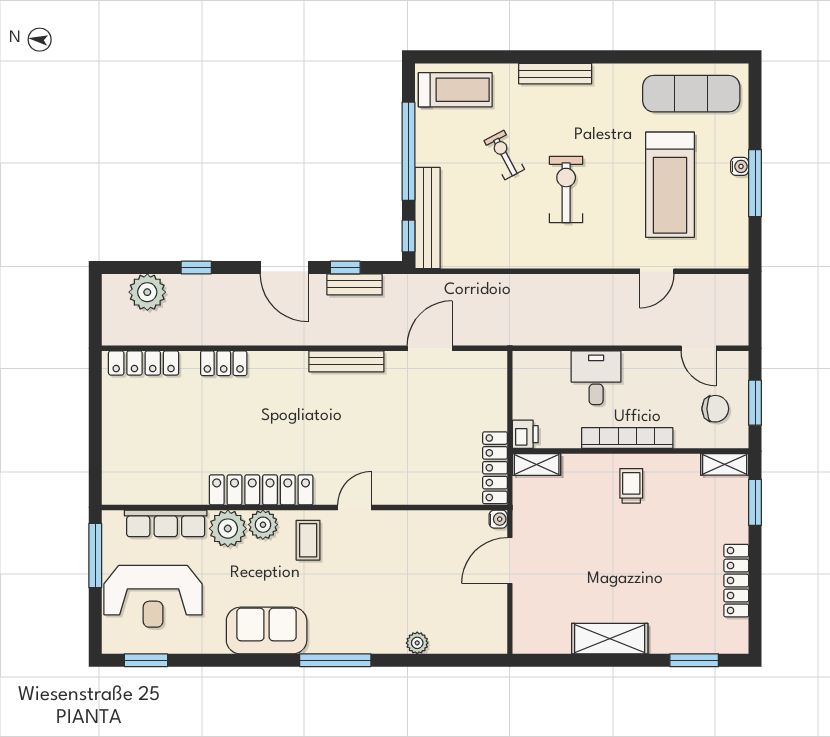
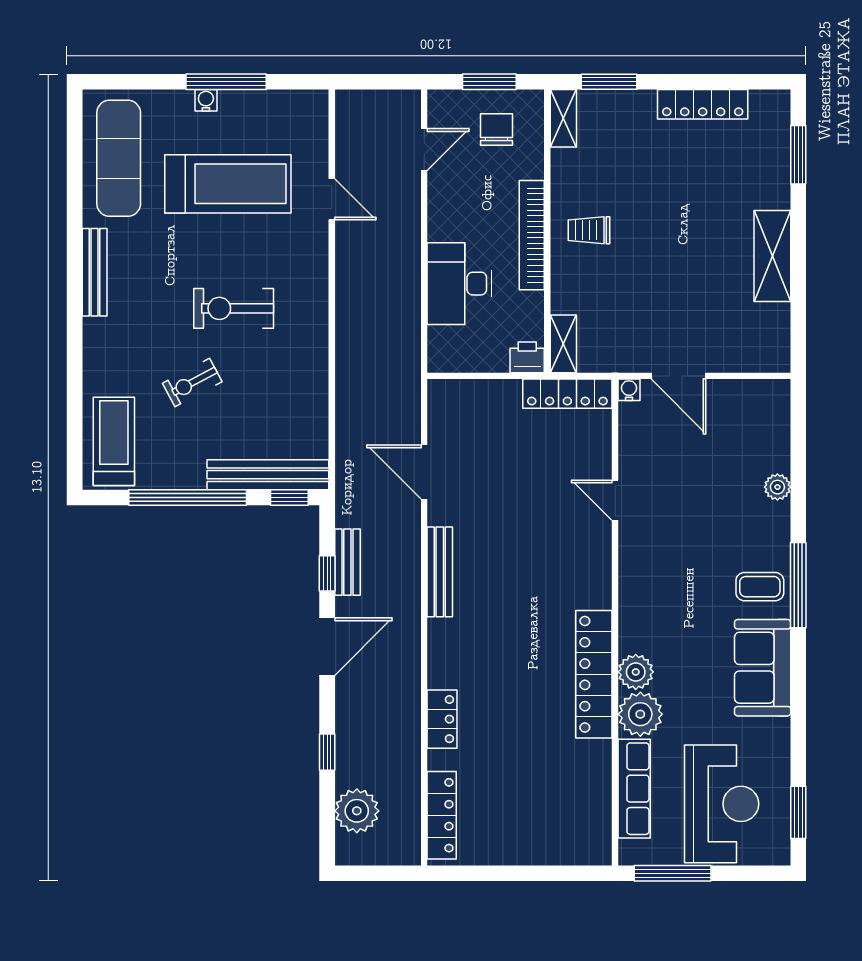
bench: (555, 74) -> (95, 272), moved
desk: (596, 378) -> (459, 284), width x1.37
door: (354, 507) -> (615, 500), moved
coffee table: (308, 540) -> (760, 587), moved

